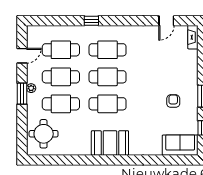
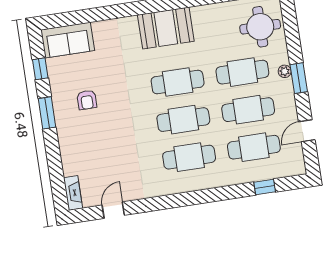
window: (91, 21) -> (265, 187), moved
plant: (31, 88) -> (285, 71), moved

